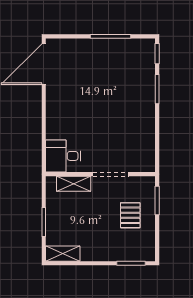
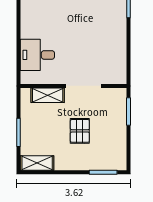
desk: (63, 156) -> (37, 55), moved
pallet: (130, 215) -> (80, 131), moved

